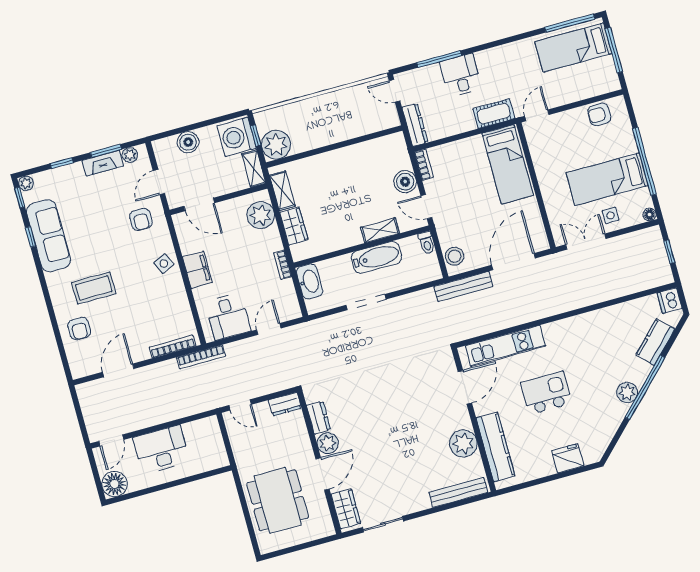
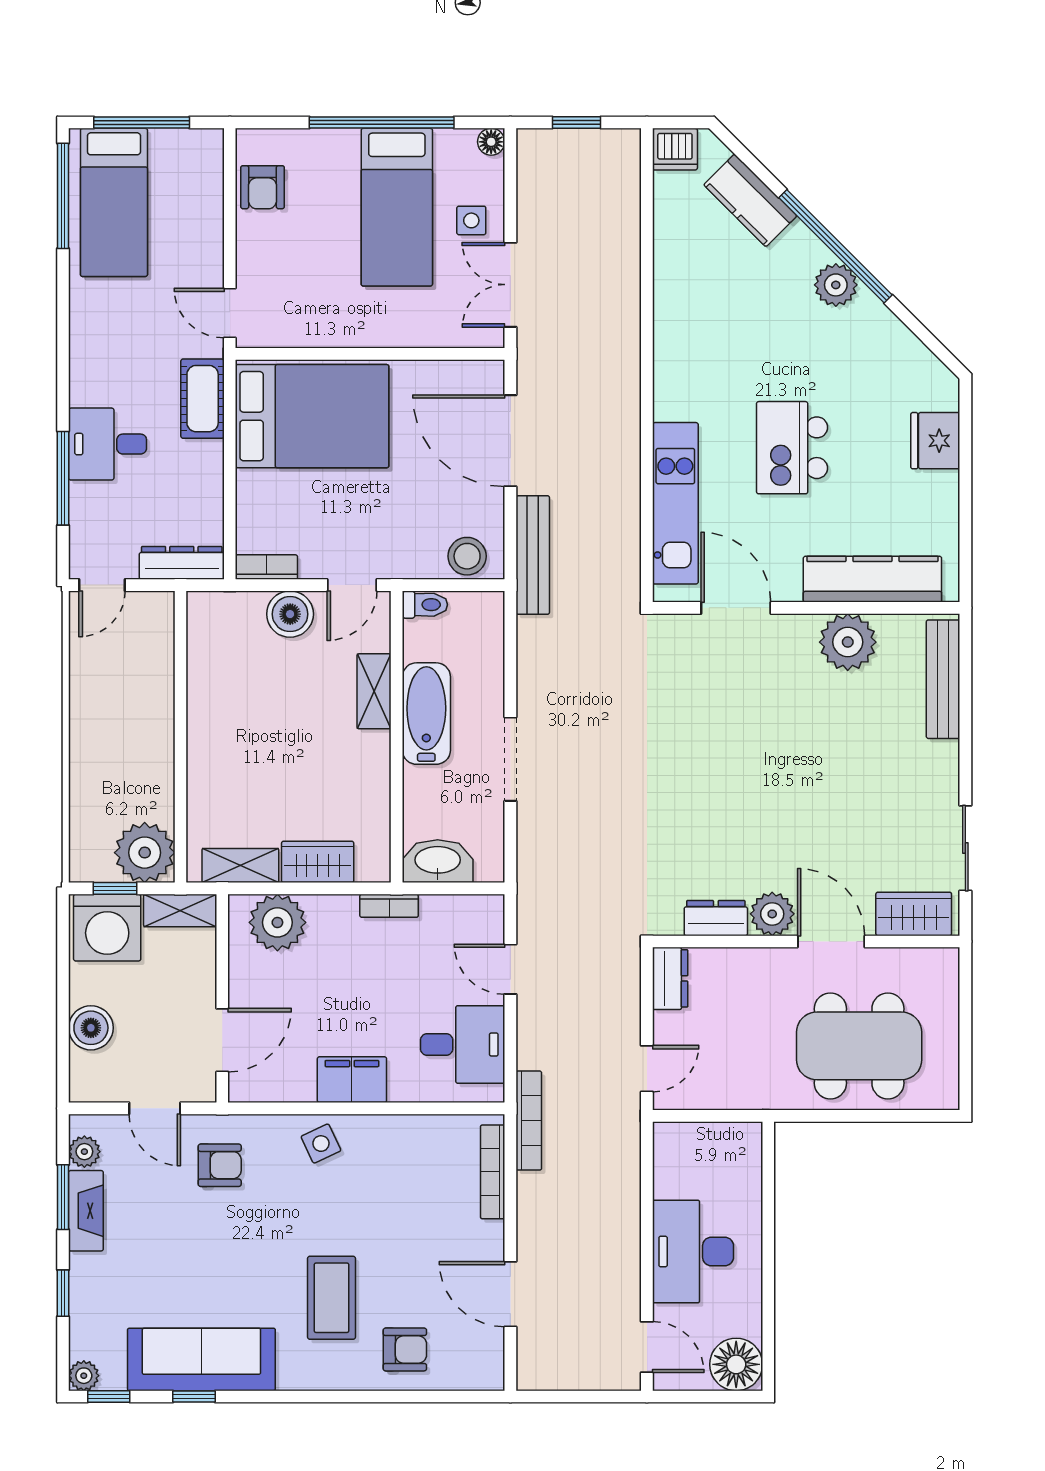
bed: (508, 164) -> (312, 416), width x1.50

